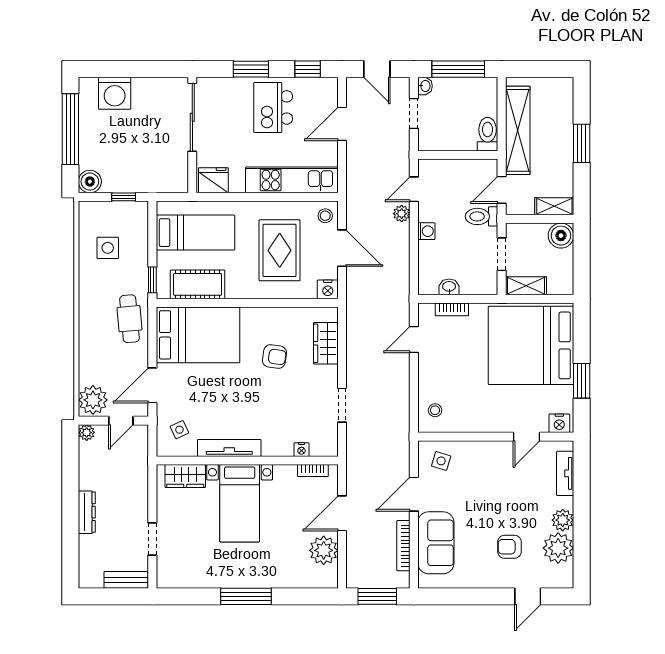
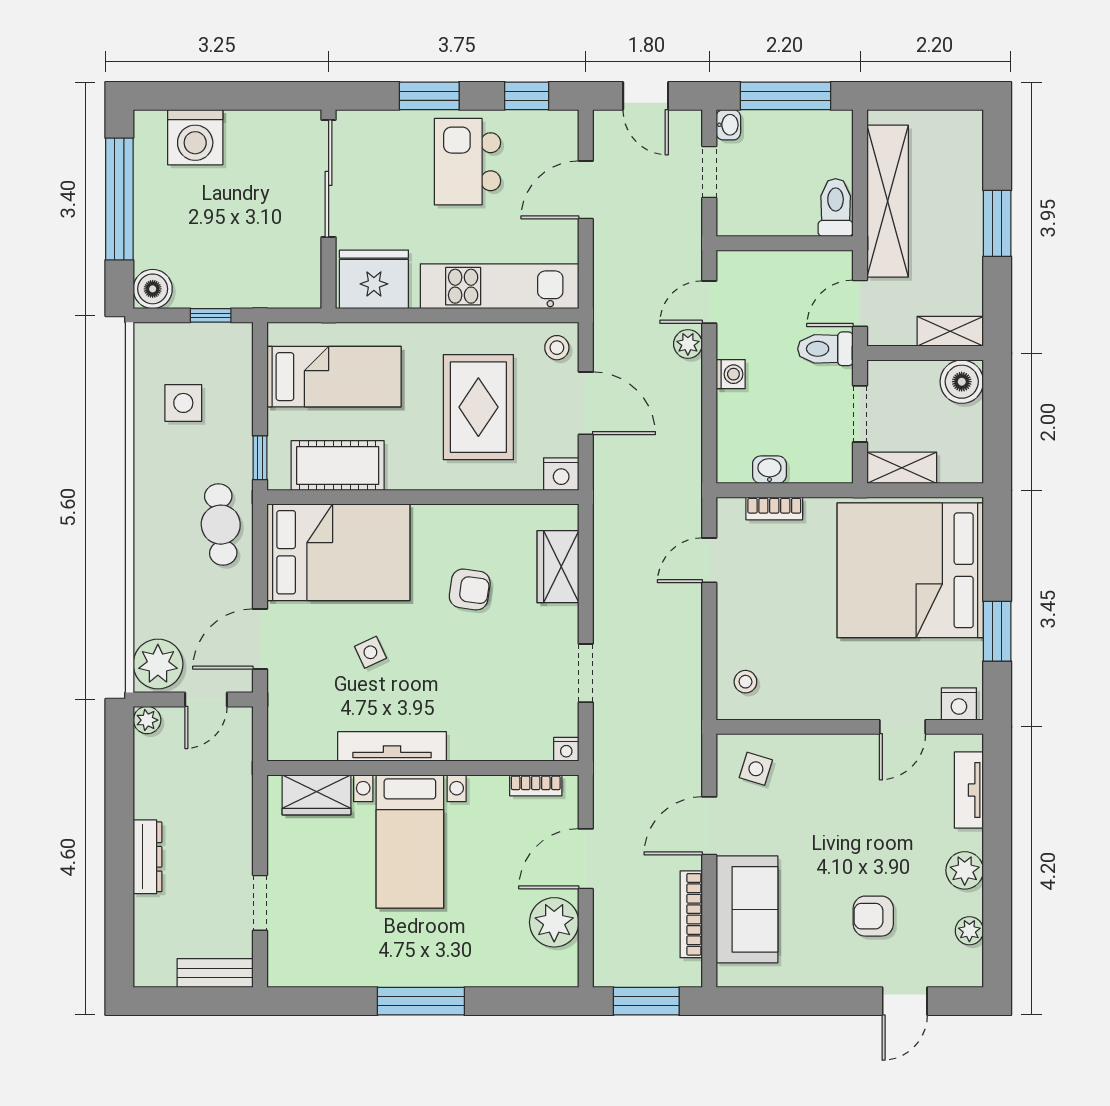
fridge: (213, 180) -> (374, 279), width x1.36, depth x1.34
side table: (179, 430) -> (370, 652), moved
nightstand: (301, 450) -> (566, 749), moved
plant: (558, 548) -> (969, 931), width x0.53, depth x0.53

